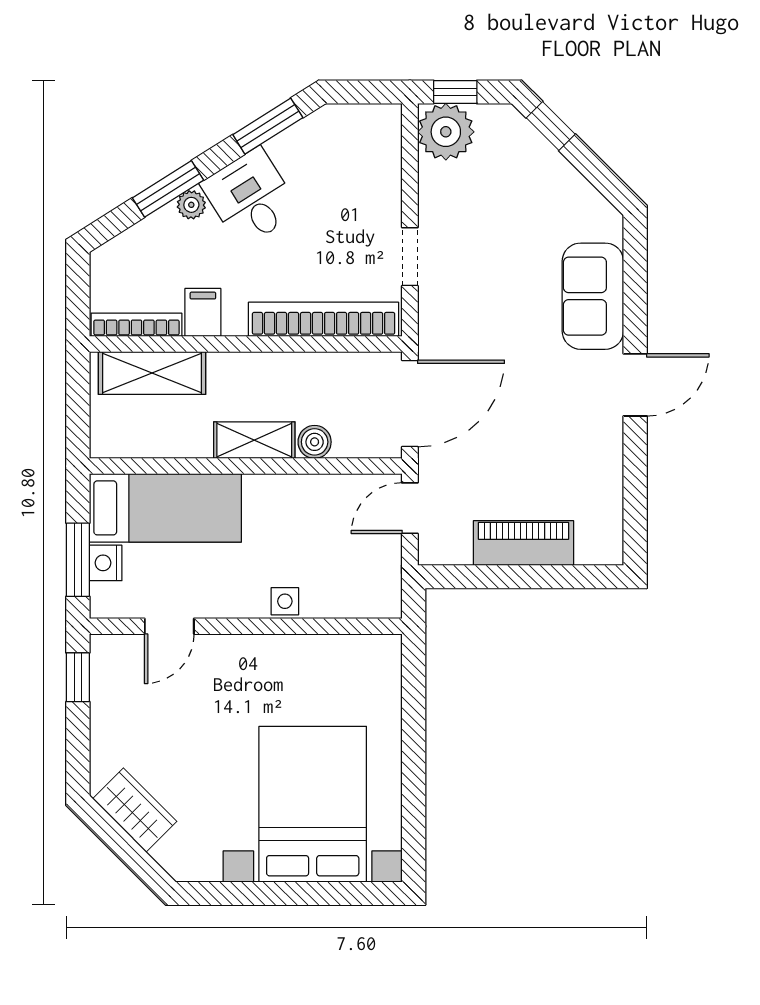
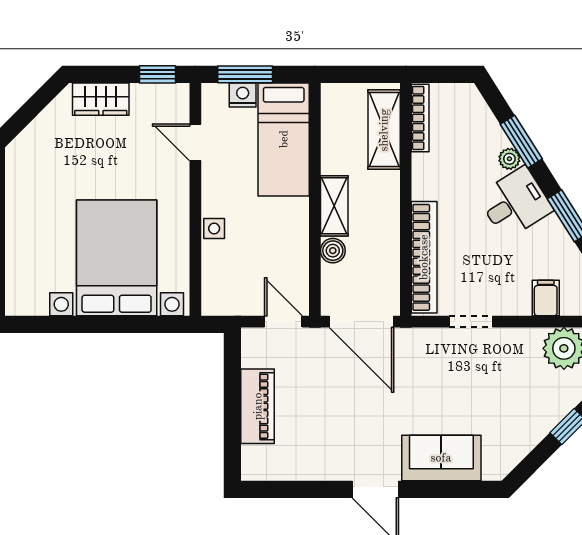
filing cabinet: (203, 312) -> (546, 298), moved, turned -90
bed with nightstands: (313, 804) -> (117, 258), moved, turned -90
wardrobe: (135, 810) -> (101, 99), moved, turned 45

